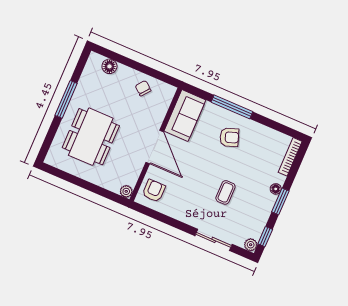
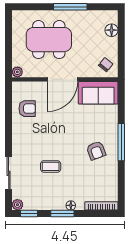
sofa: (185, 116) -> (98, 93), moved
wall: (156, 144) -> (65, 79), moved
door: (155, 147) -> (63, 79), moved
plant: (126, 191) -> (17, 72), moved

